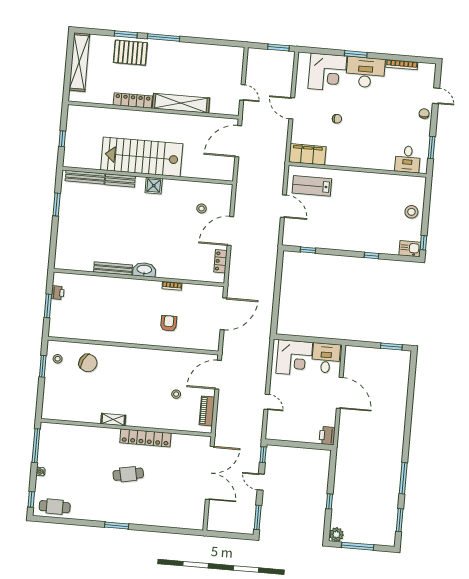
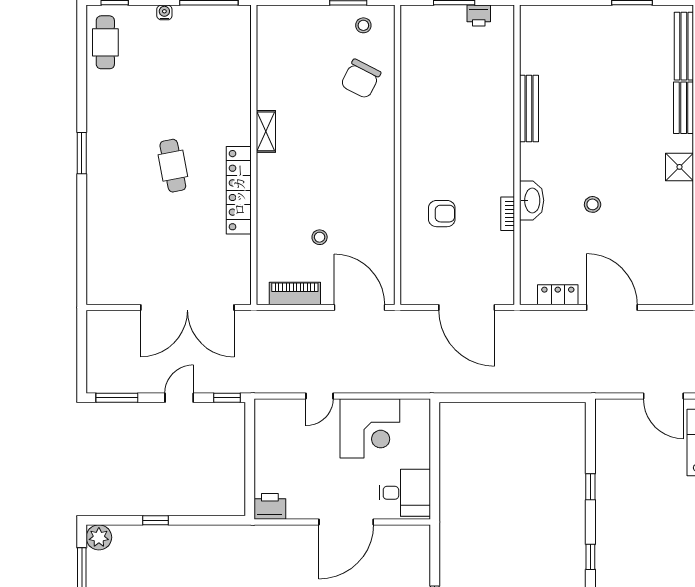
door: (283, 206) -> (663, 396), hinge flipped
stool: (202, 209) -> (593, 204), moved
window: (308, 250) -> (590, 487), moved
washbasin: (144, 270) -> (532, 200), moved
corner desk: (294, 358) -> (370, 428), moved, turned -90

